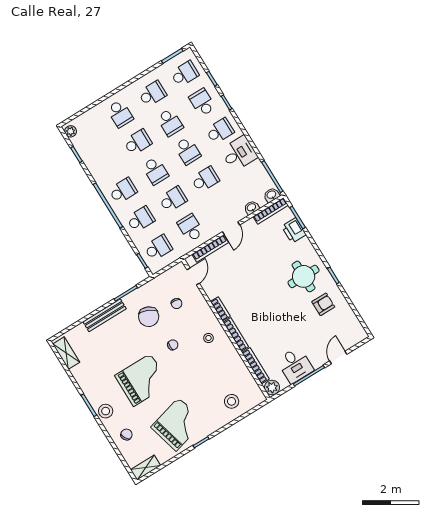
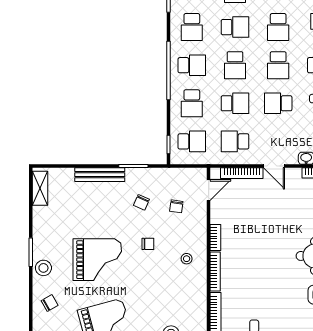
school desk: (105, 162) -> (192, 27), added
school desk: (205, 179) -> (278, 103), turned 180
school desk: (141, 219) -> (192, 103), turned 90
school desk: (190, 228) -> (235, 141), turned -90
door: (231, 228) -> (274, 166), hinge flipped
chair: (149, 317) -> (141, 202), width x0.54, depth x0.54

